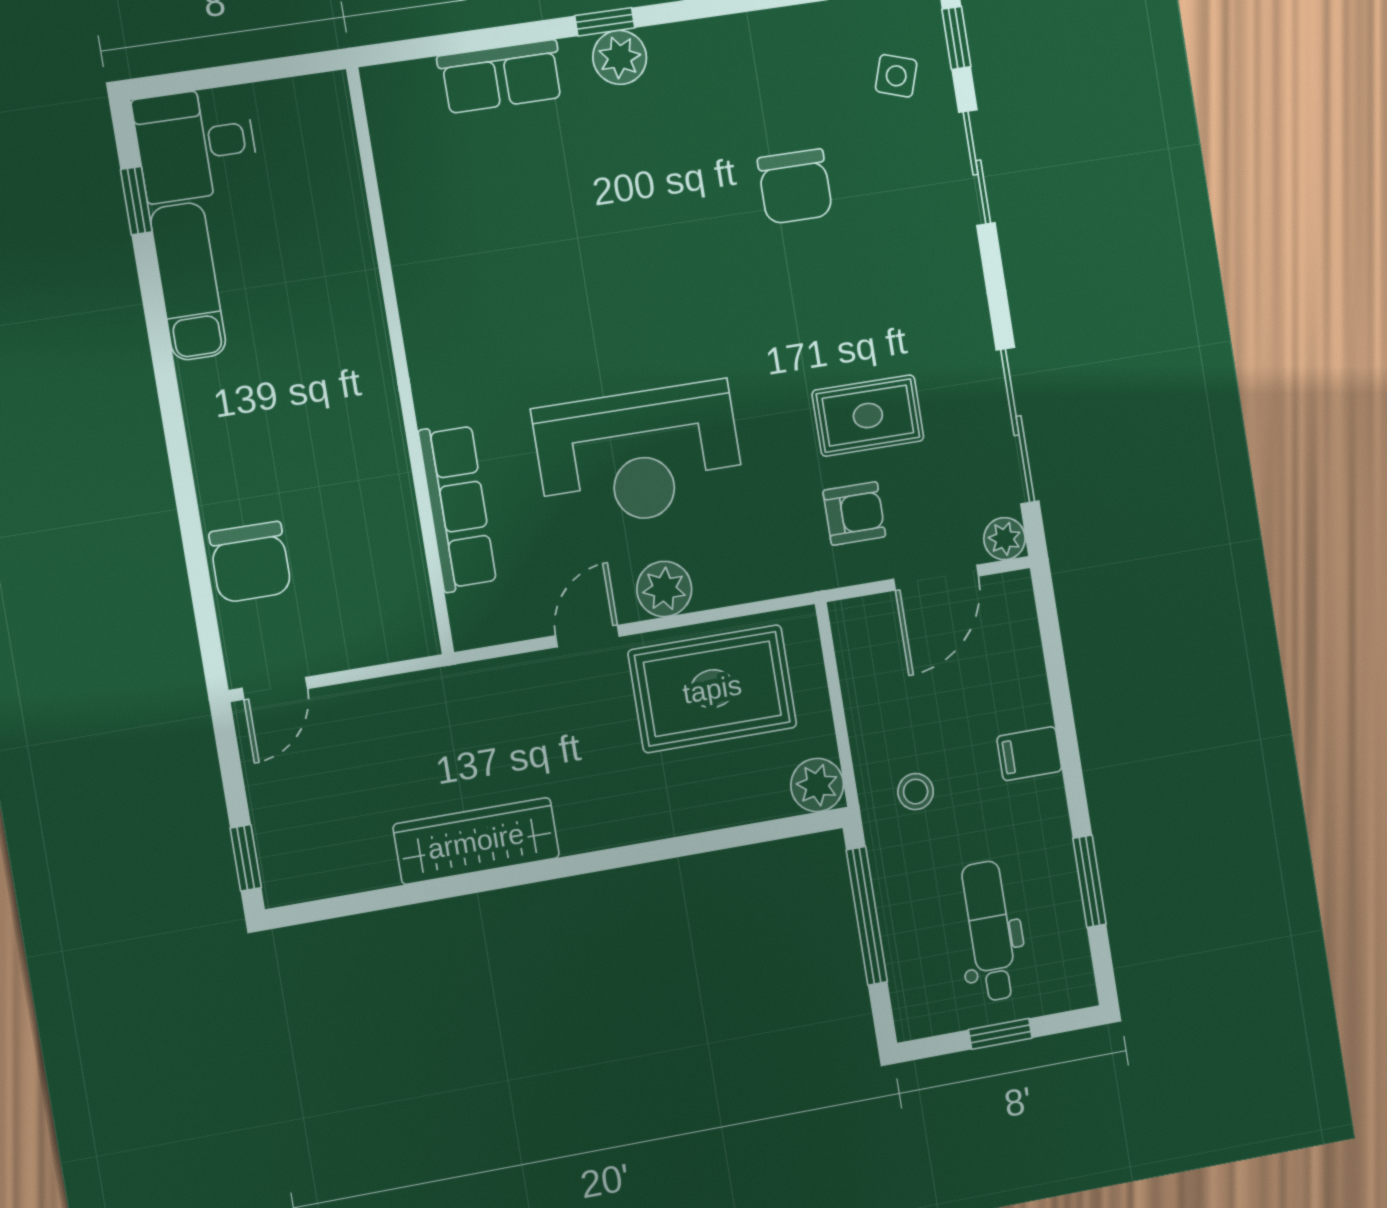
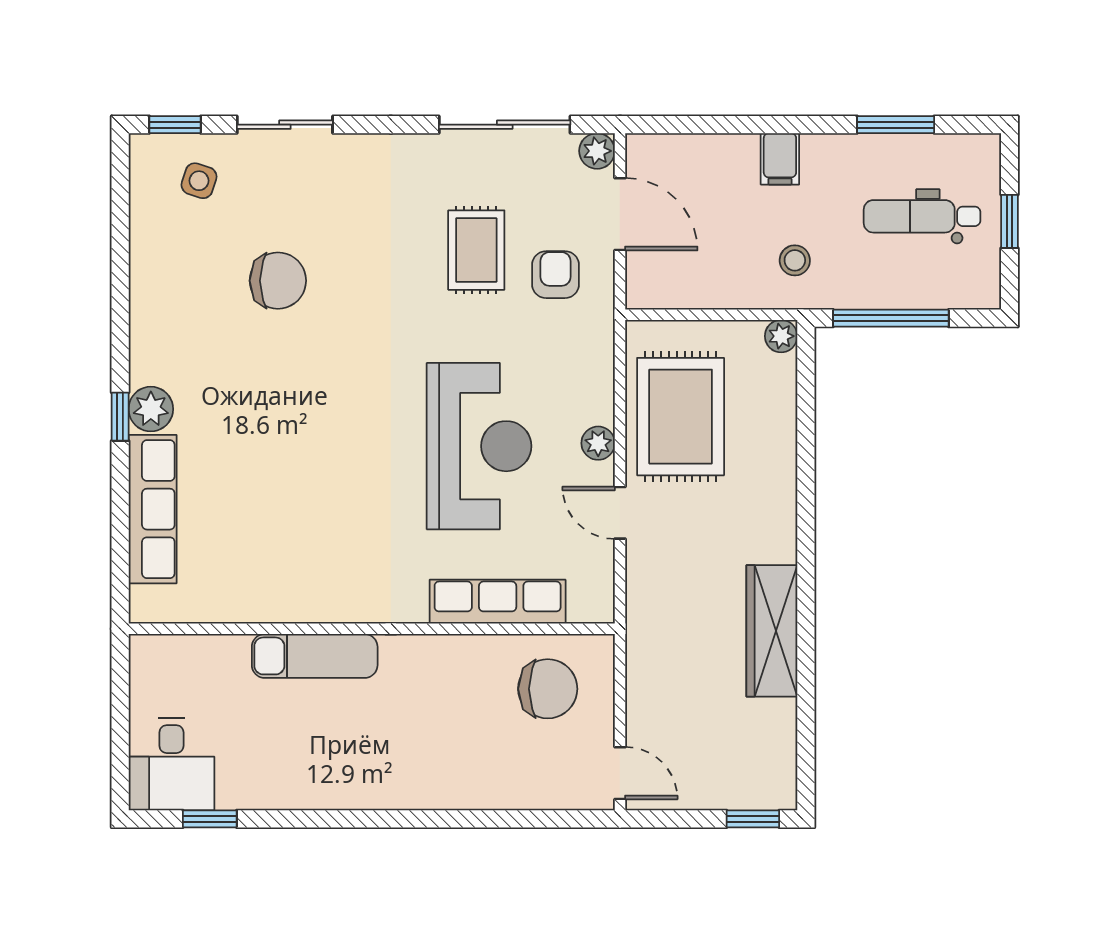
row of seats: (501, 77) -> (153, 509), width x1.48
exam couch: (188, 281) -> (315, 656), moved, turned 180
chair: (250, 562) -> (548, 689), moved
plant: (664, 589) -> (598, 443), width x0.73, depth x0.73
plant: (817, 785) -> (781, 336), width x0.73, depth x0.73

